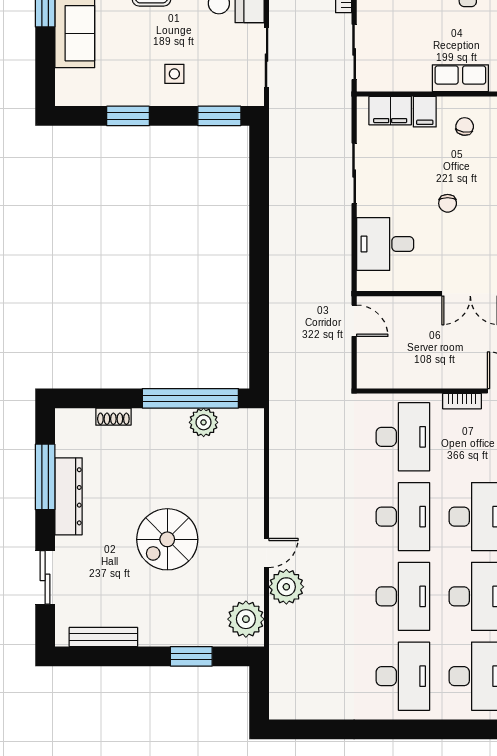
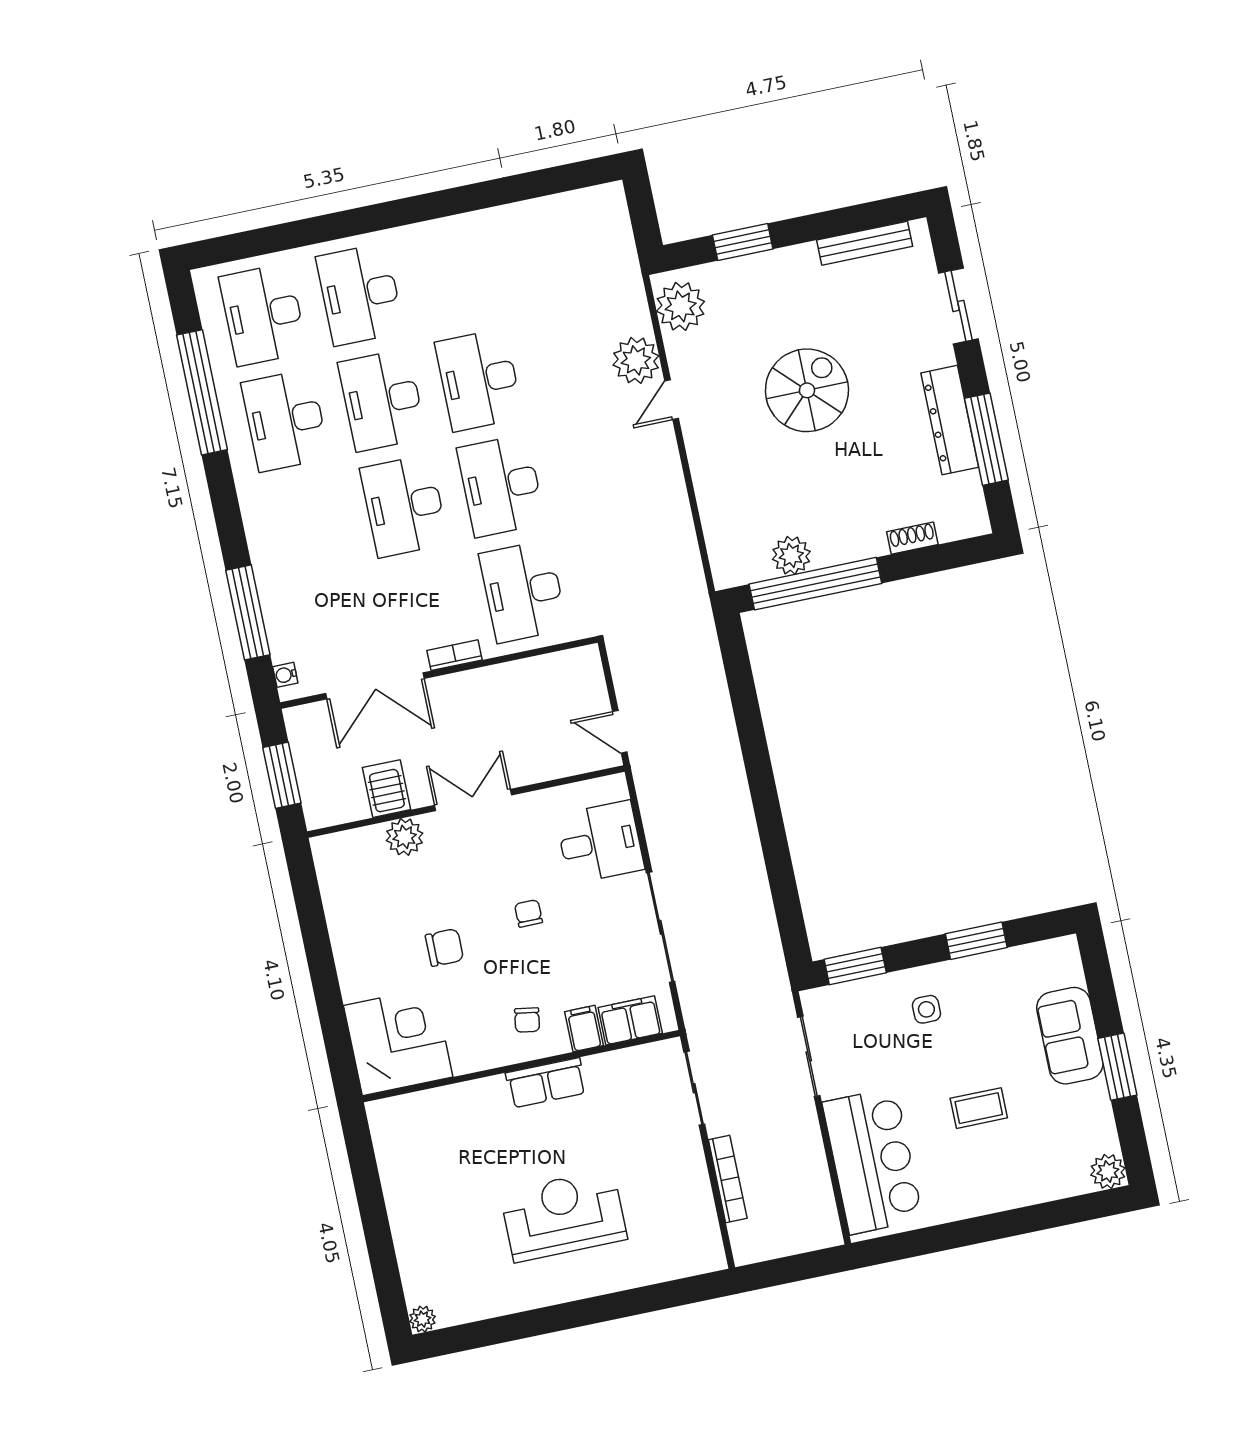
sliding door: (354, 173) -> (661, 927), width x1.37
desk: (403, 676) -> (457, 274), removed

